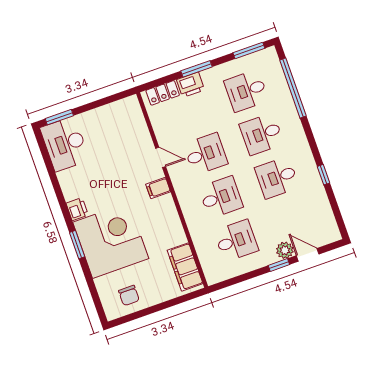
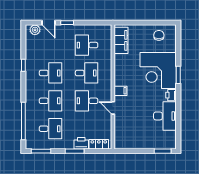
desk: (65, 144) -> (165, 116), moved
desk: (221, 197) -> (87, 73), turned 180
plant: (285, 250) -> (35, 30), moved

